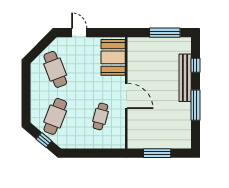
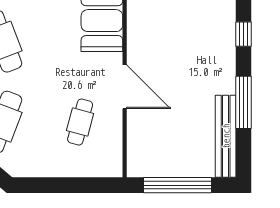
bench: (185, 78) -> (226, 136), moved
window: (157, 153) -> (178, 185), width x1.46

